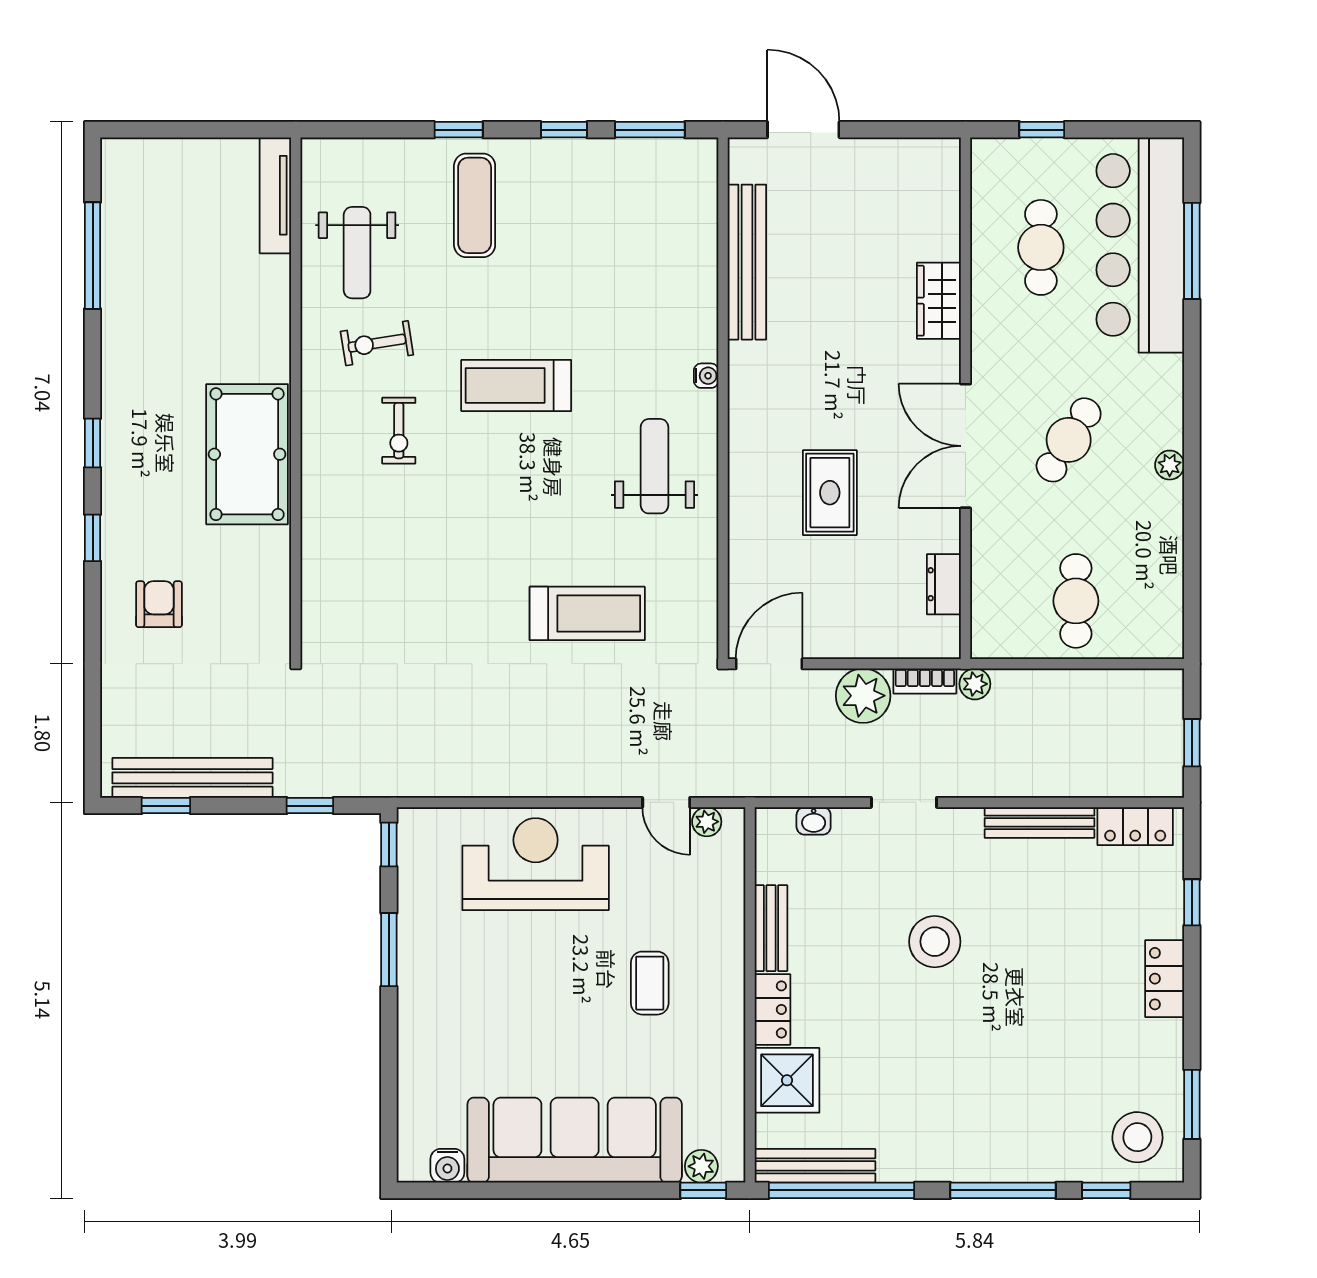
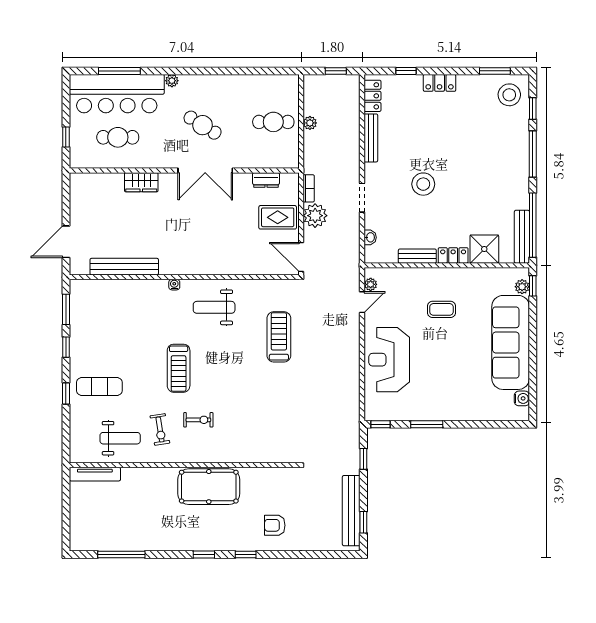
plant: (1170, 465) -> (172, 81), moved
rug: (830, 493) -> (278, 217), moved
plant: (975, 684) -> (310, 123), moved

